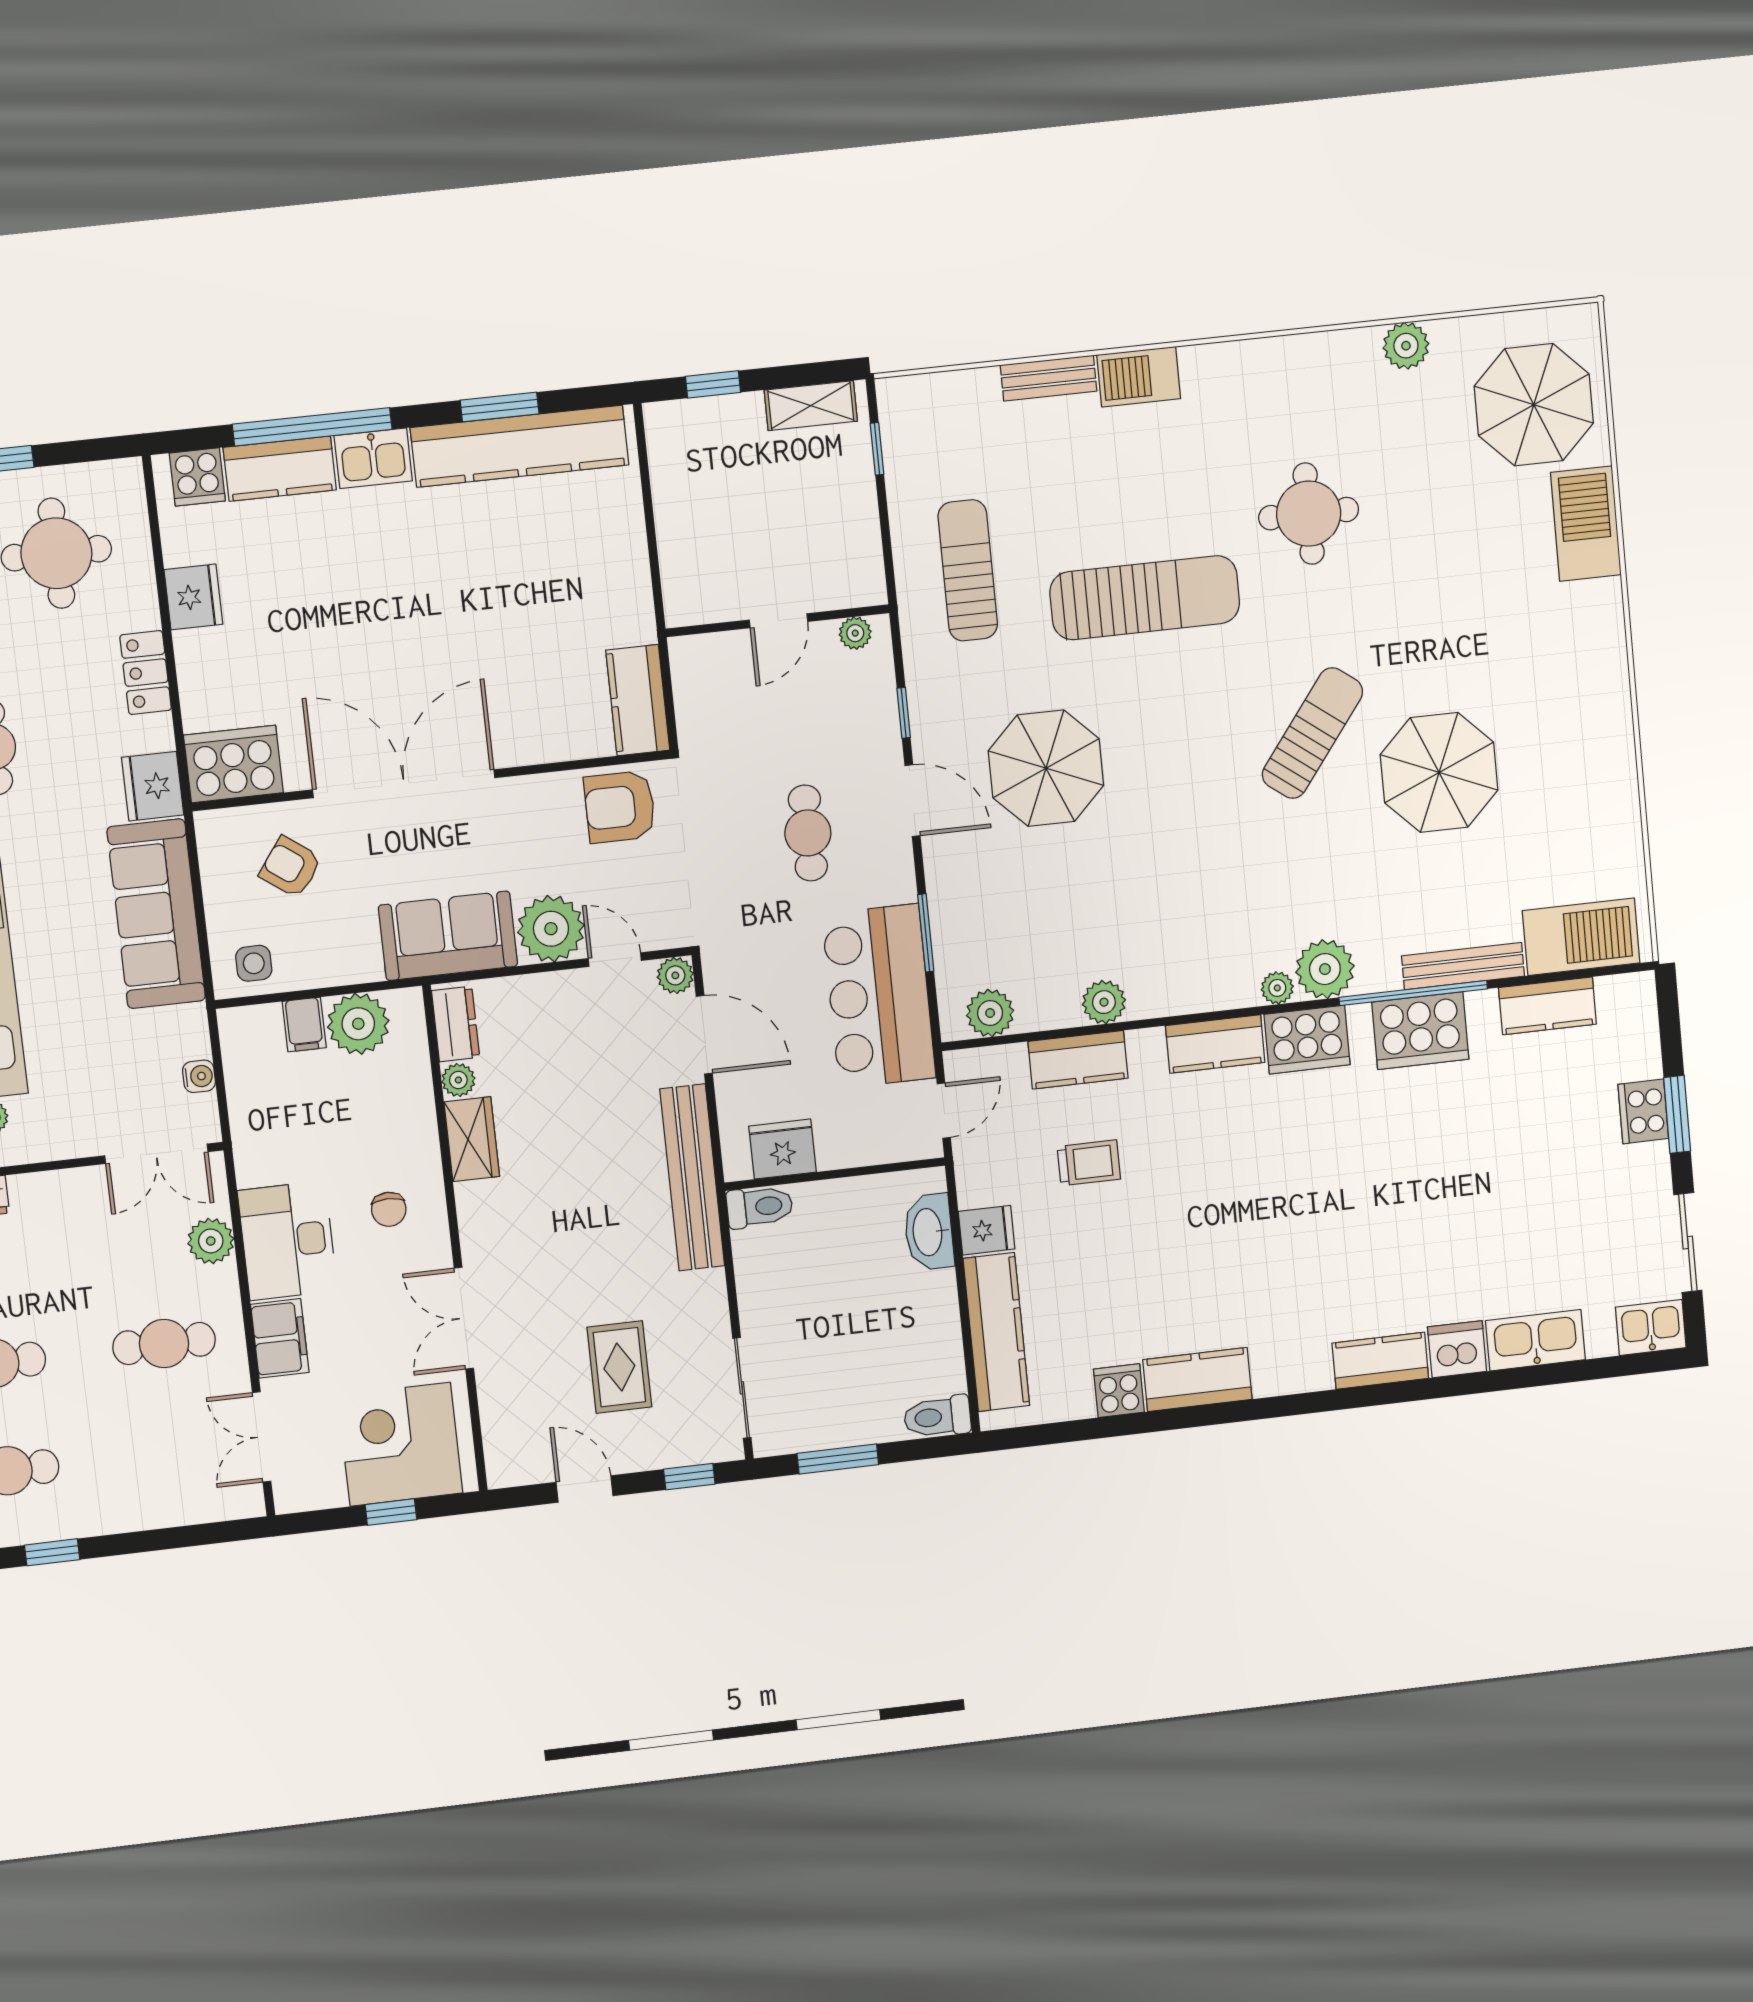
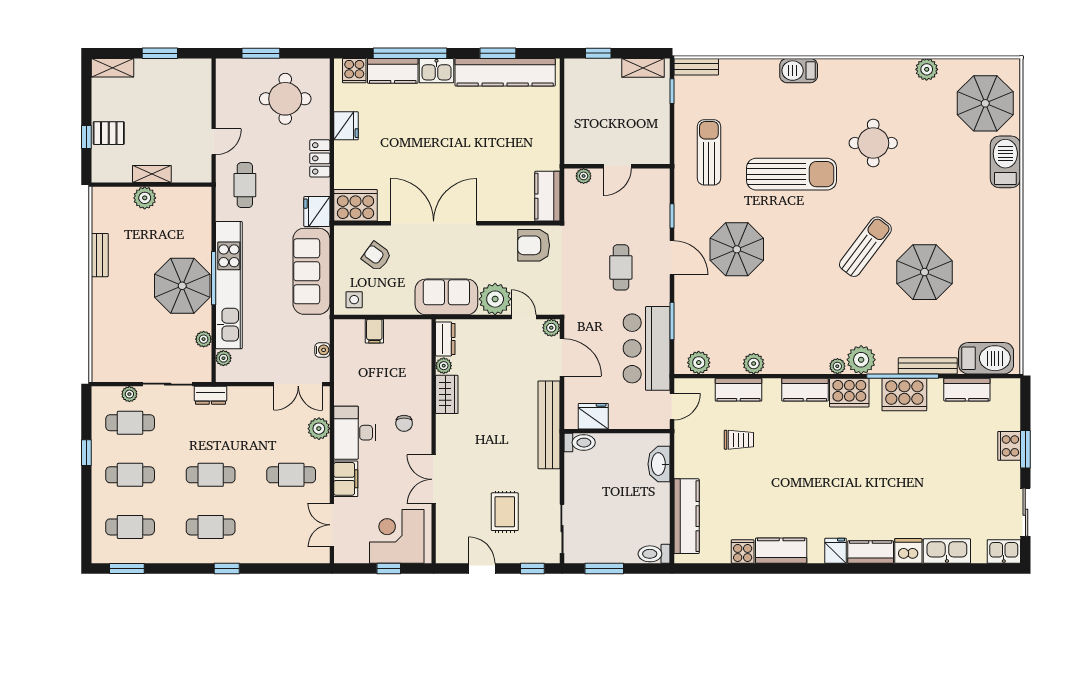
bench: (1049, 378) -> (696, 67), moved
plant: (855, 633) -> (584, 176), moved
plant: (358, 1024) -> (400, 334), removed
fridge: (987, 1230) -> (836, 551), moved, turned -90

